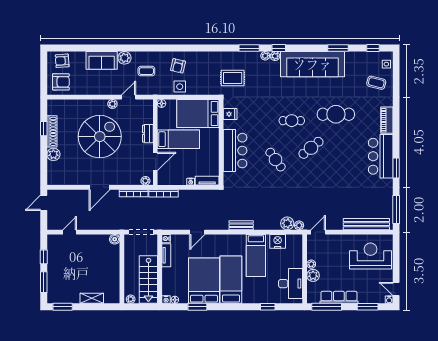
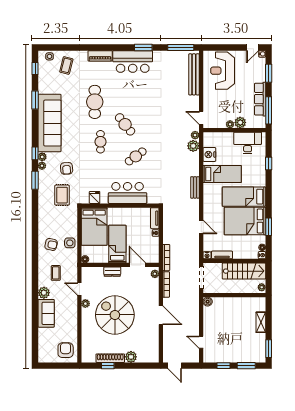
armchair: (62, 61) -> (67, 168), moved

